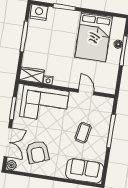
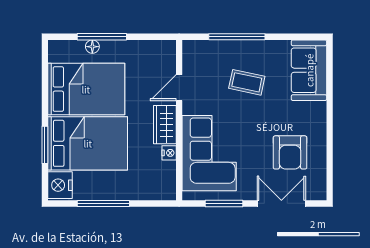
bed: (61, 33) -> (88, 143), added
wardrobe: (32, 75) -> (165, 125), moved
armchair: (37, 152) -> (290, 152), turned 110
plant: (11, 165) -> (318, 192), removed

